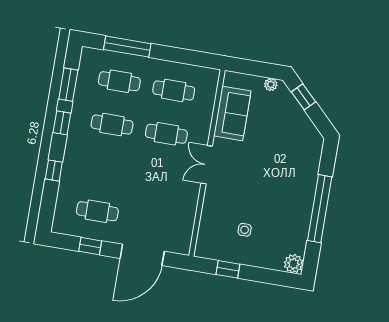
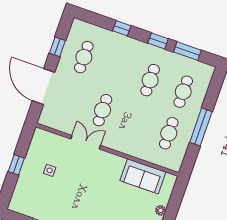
window: (127, 47) -> (201, 127), moved
cafe table: (166, 134) -> (103, 110), moved
double door: (207, 165) -> (86, 142), moved
plant: (294, 264) -> (17, 204), removed
window: (228, 269) -> (16, 165), moved

